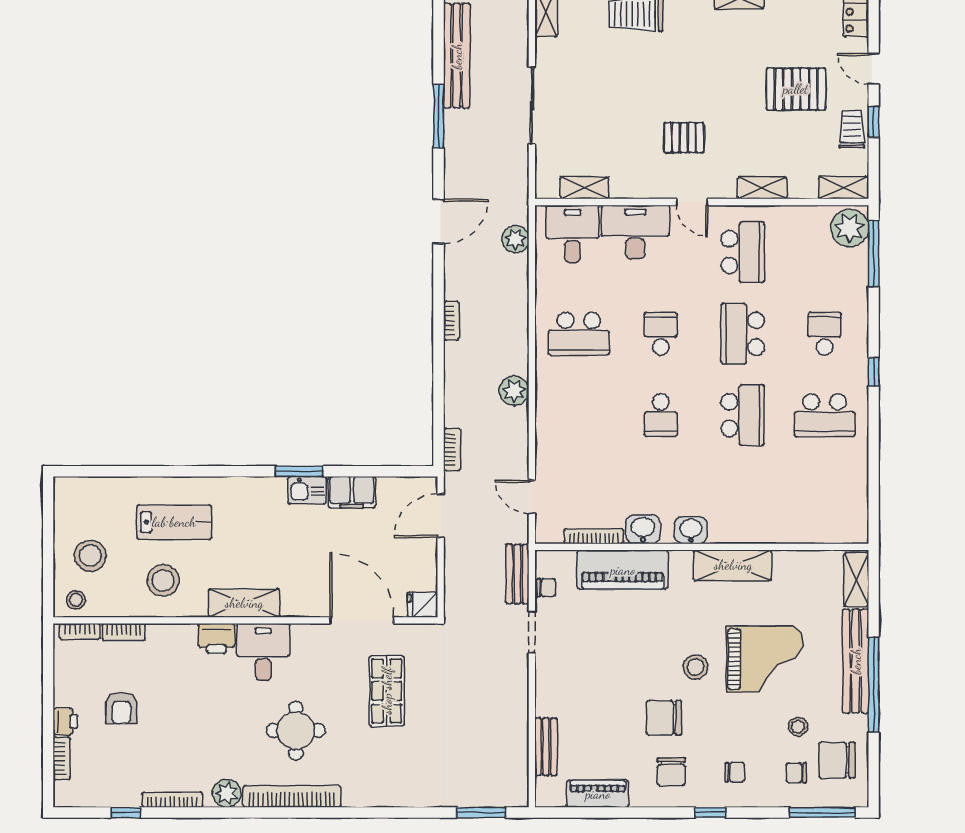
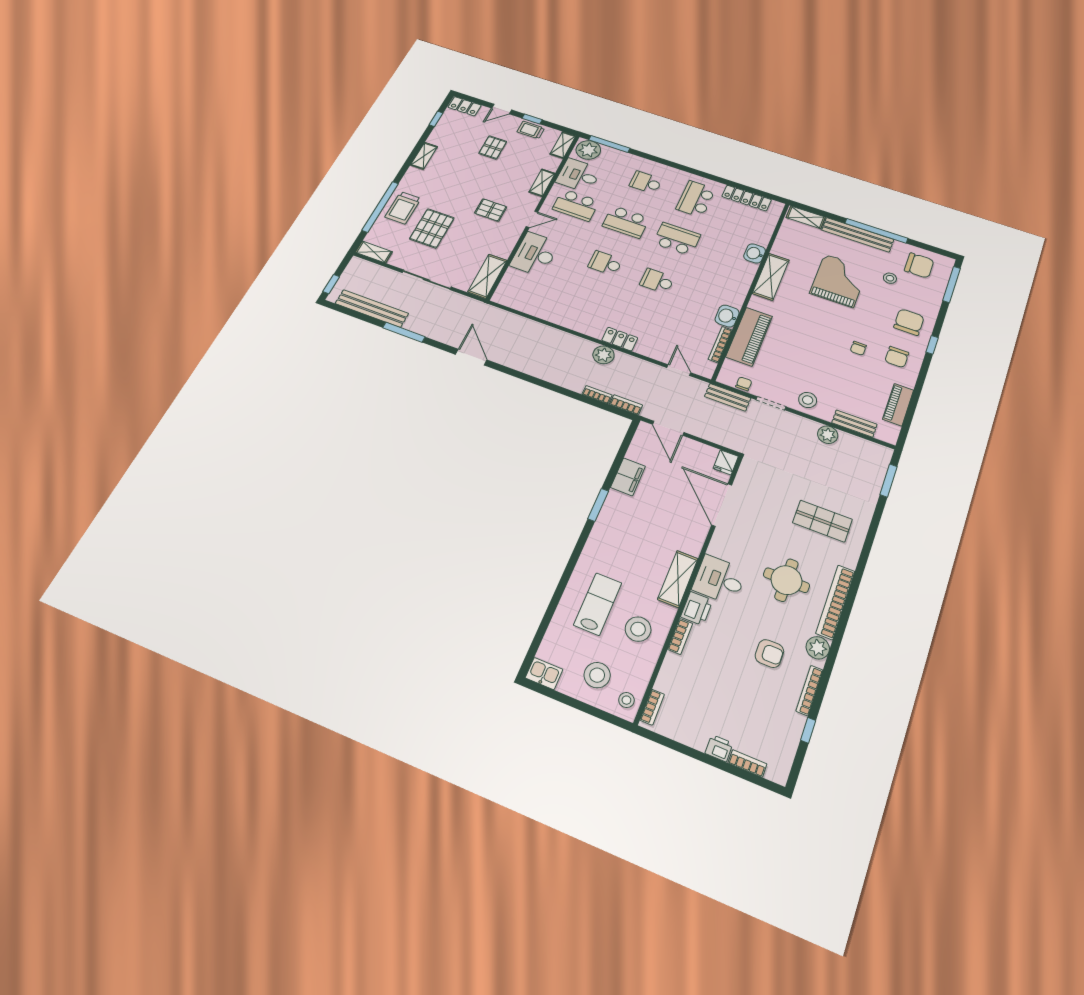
pallet: (618, 71) -> (432, 228), added
pallet: (796, 89) -> (493, 147), width x0.67, depth x0.71
pallet: (684, 138) -> (491, 210), turned 90
shelving: (584, 188) -> (487, 276), width x1.50, depth x1.33
desk: (573, 234) -> (579, 175), moved
plant: (515, 239) -> (828, 435), moved
school desk: (743, 252) -> (576, 205), turned 180
bookcase: (451, 321) -> (597, 395), moved
school desk: (579, 334) -> (584, 306), removed
window: (874, 372) -> (680, 167), removed
locker: (547, 402) -> (620, 339), added
school desk: (661, 415) -> (657, 281), turned 180
school desk: (825, 415) -> (696, 199), turned 180
locker: (856, 486) -> (747, 198), added
kitchen sink: (307, 490) -> (544, 674), moved, turned -90
door: (532, 497) -> (679, 370), swing flipped
washbasin: (691, 530) -> (755, 253), moved
door: (362, 620) -> (722, 505), hinge flipped
bookcase: (124, 632) -> (680, 636), moved
stool: (695, 667) -> (808, 400), moved
shop shelf: (387, 691) -> (822, 521), moved
armchair: (121, 708) -> (769, 654), moved
chair: (664, 718) -> (858, 348), width x0.54, depth x0.54
chair: (837, 760) -> (919, 265), turned -90
chair: (671, 772) -> (897, 357), turned 90
chair: (735, 772) -> (909, 322), width x1.87, depth x1.87
chair: (796, 773) -> (920, 289), removed

